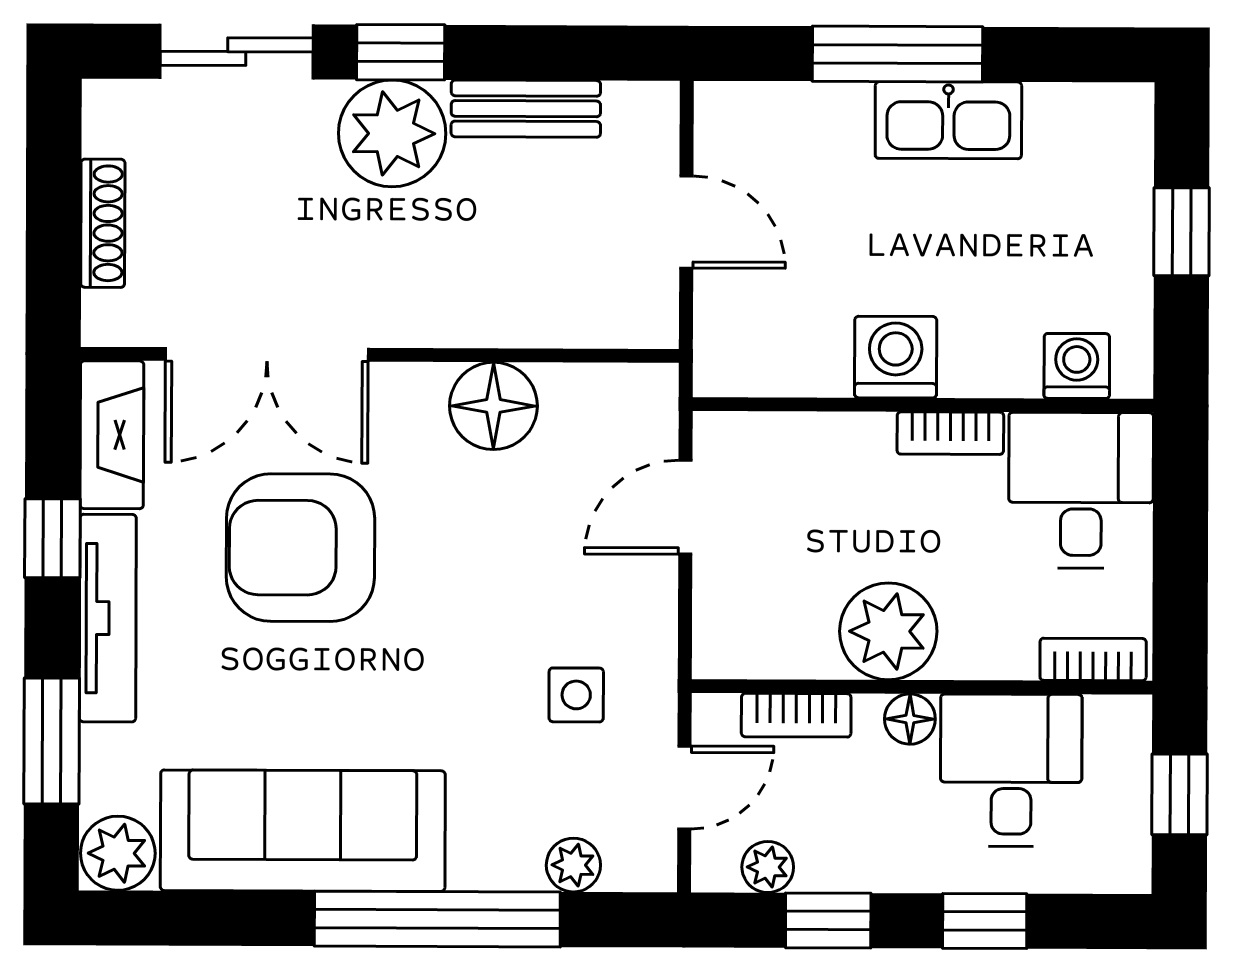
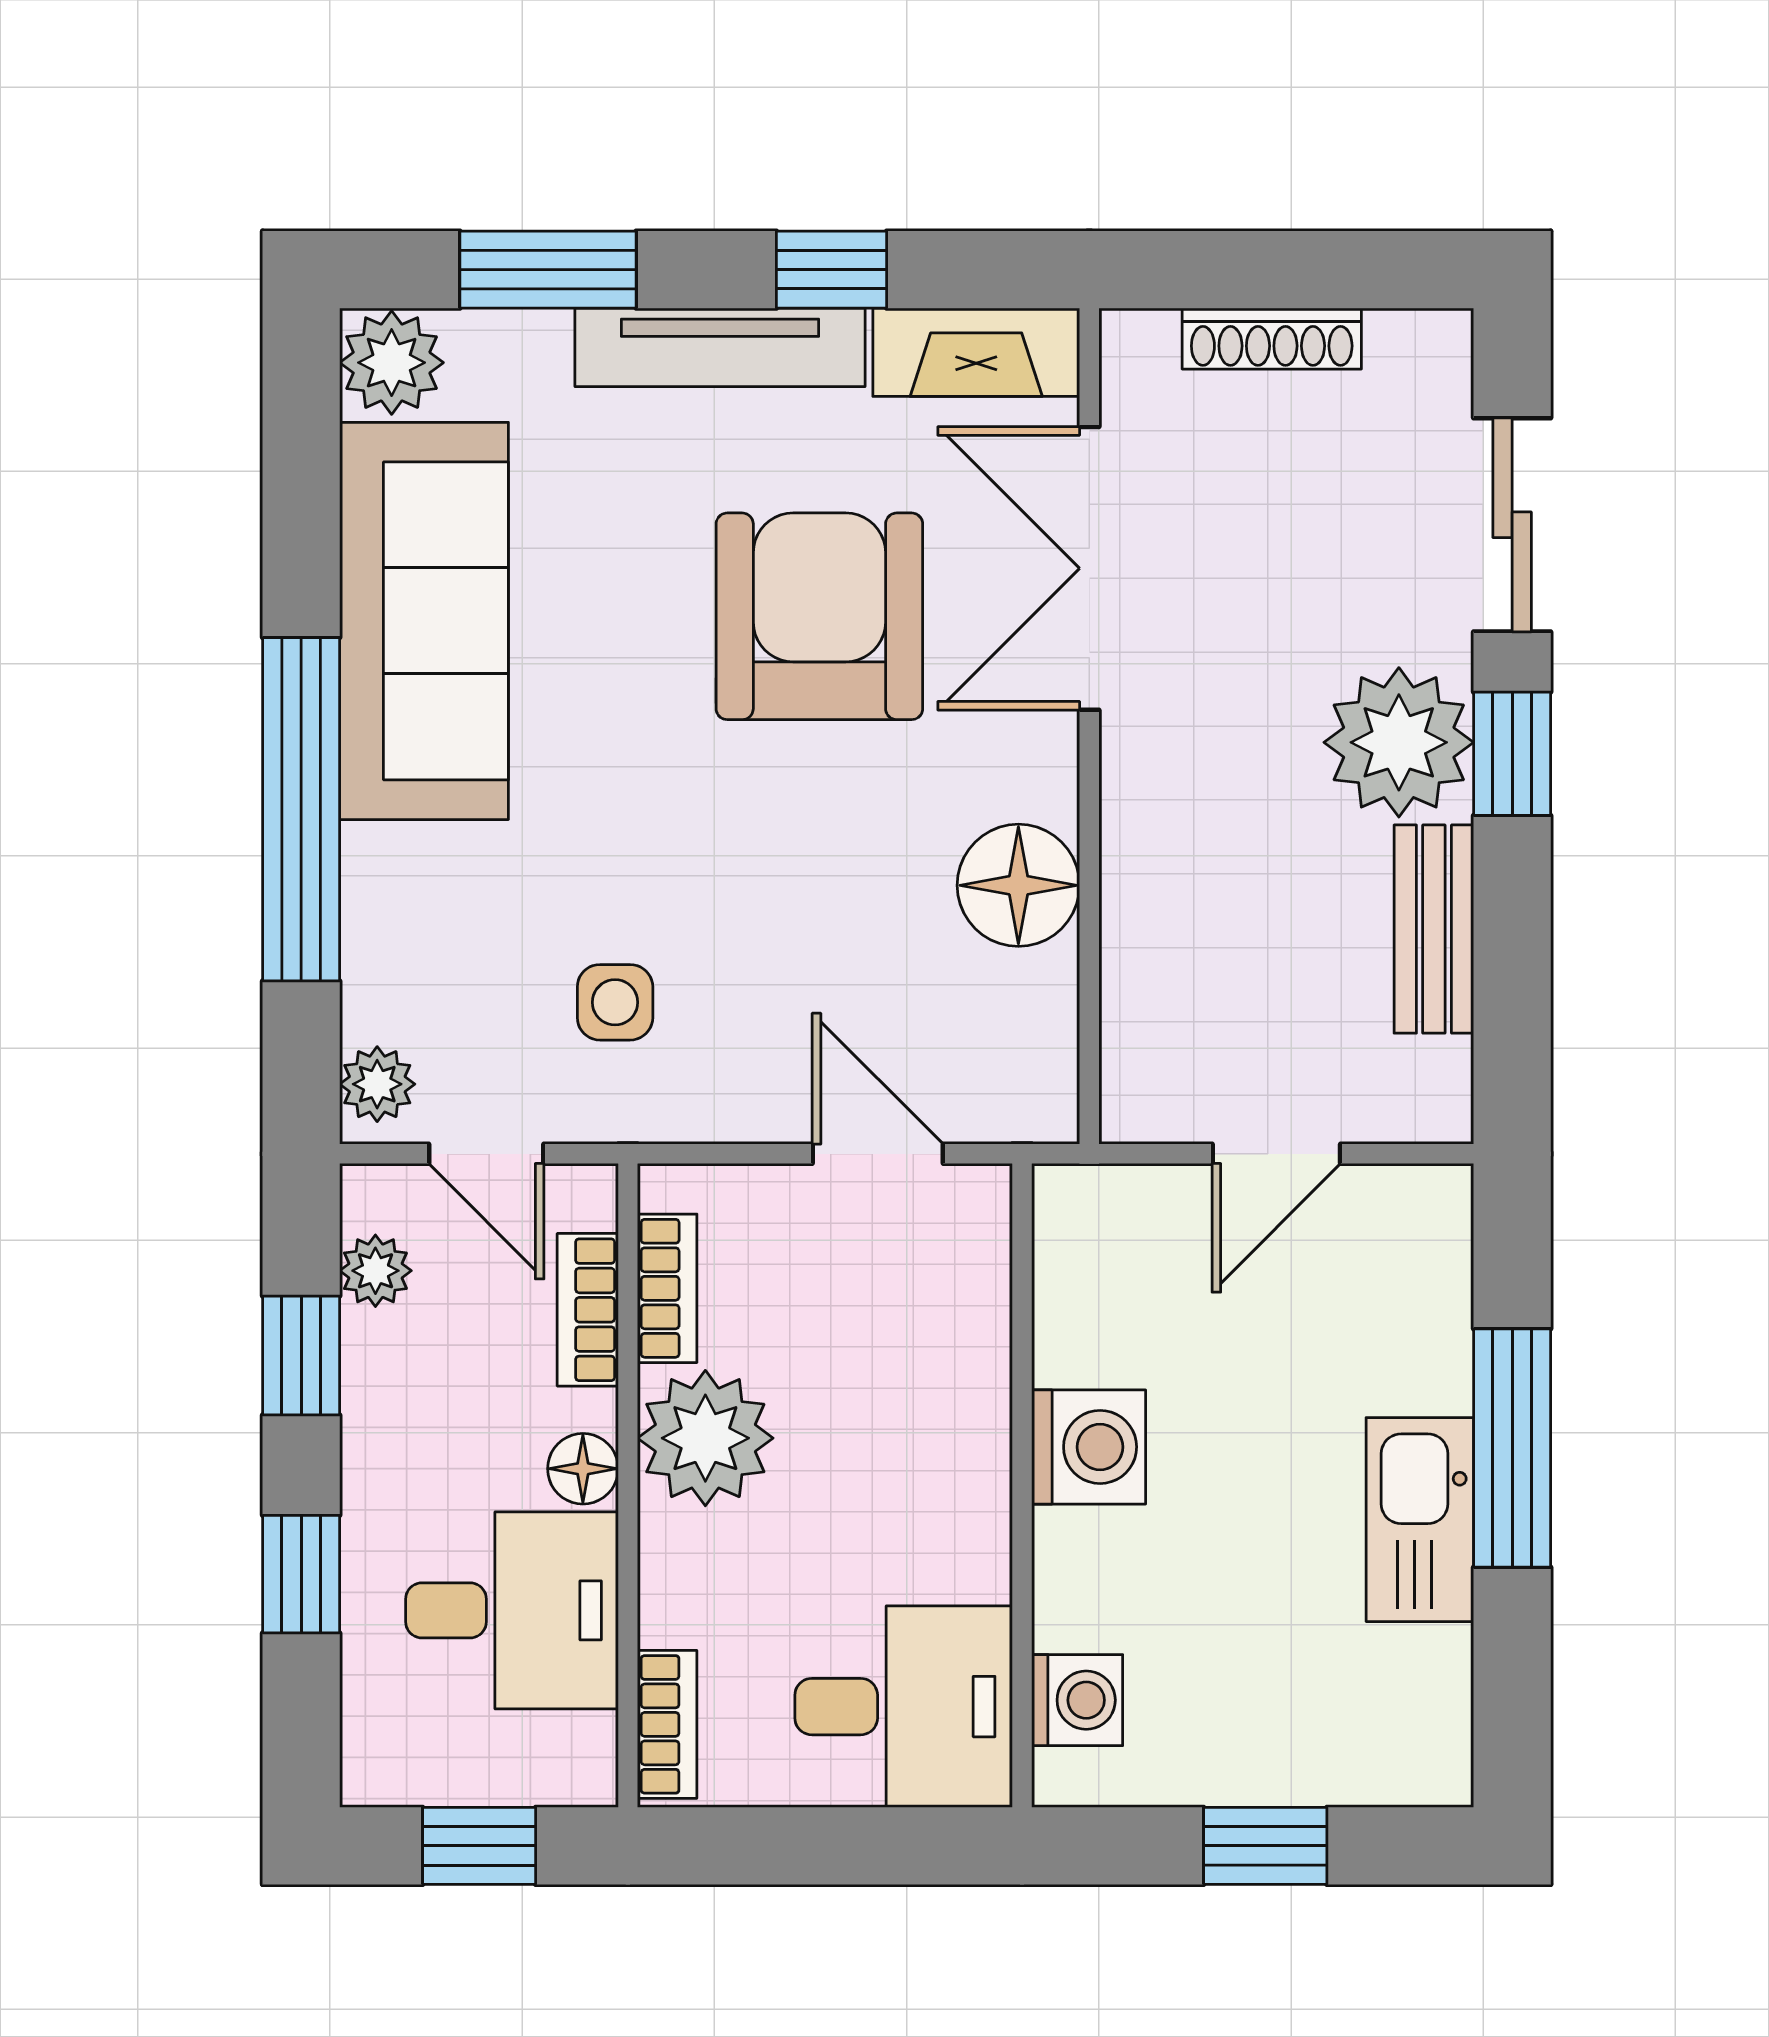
bookcase: (950, 433) -> (667, 1288), moved, turned 180
plant: (573, 865) -> (377, 1084), moved

